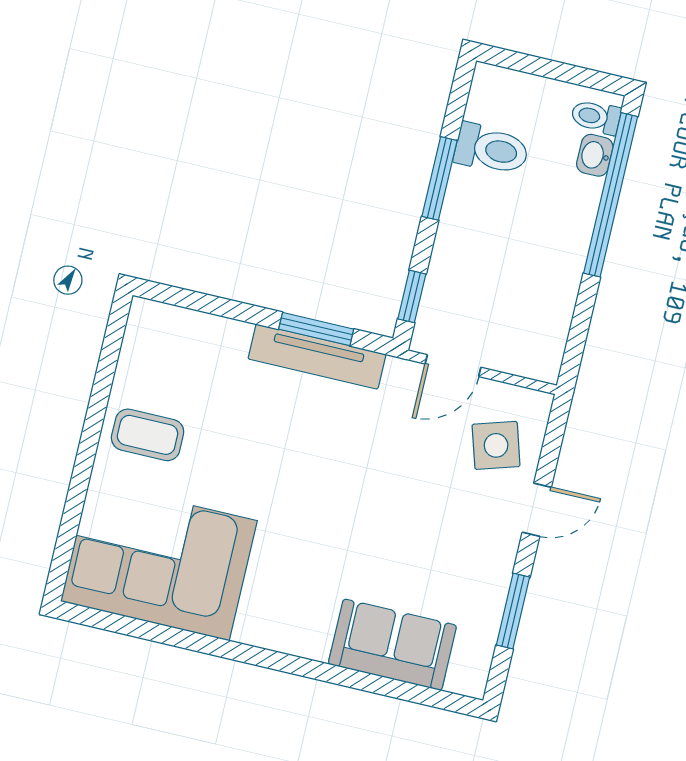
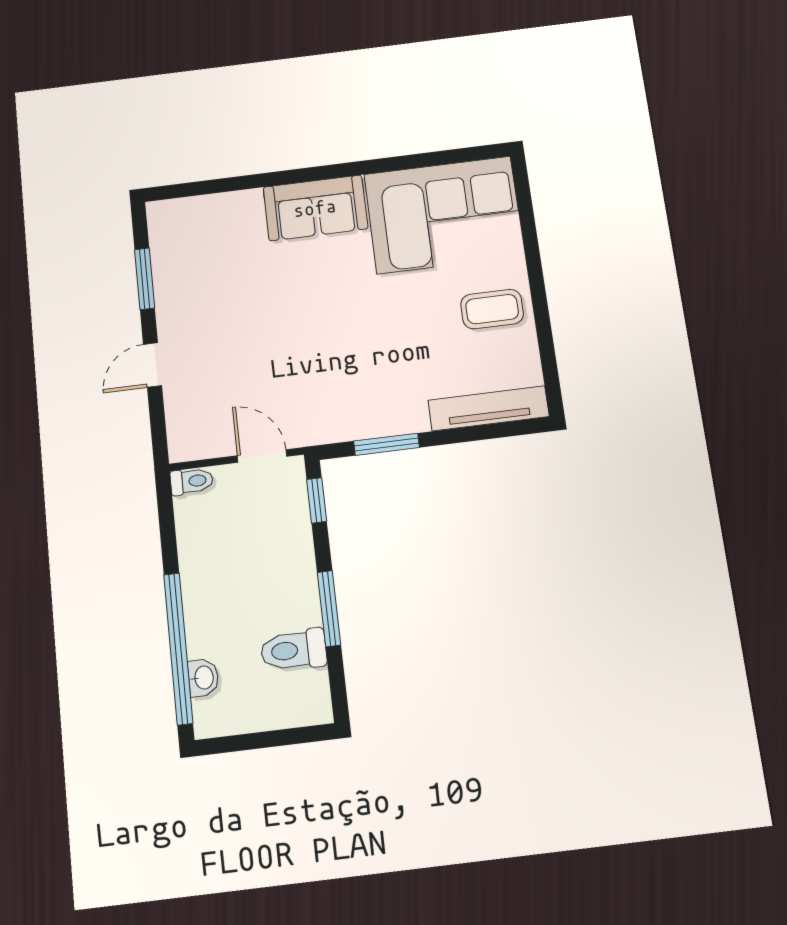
toilet: (596, 117) -> (192, 481), moved
tv unit: (317, 357) -> (489, 408), moved
door: (453, 366) -> (262, 456), hinge flipped
side table: (496, 445) -> (204, 404), removed
sofa: (392, 645) -> (315, 208), moved

